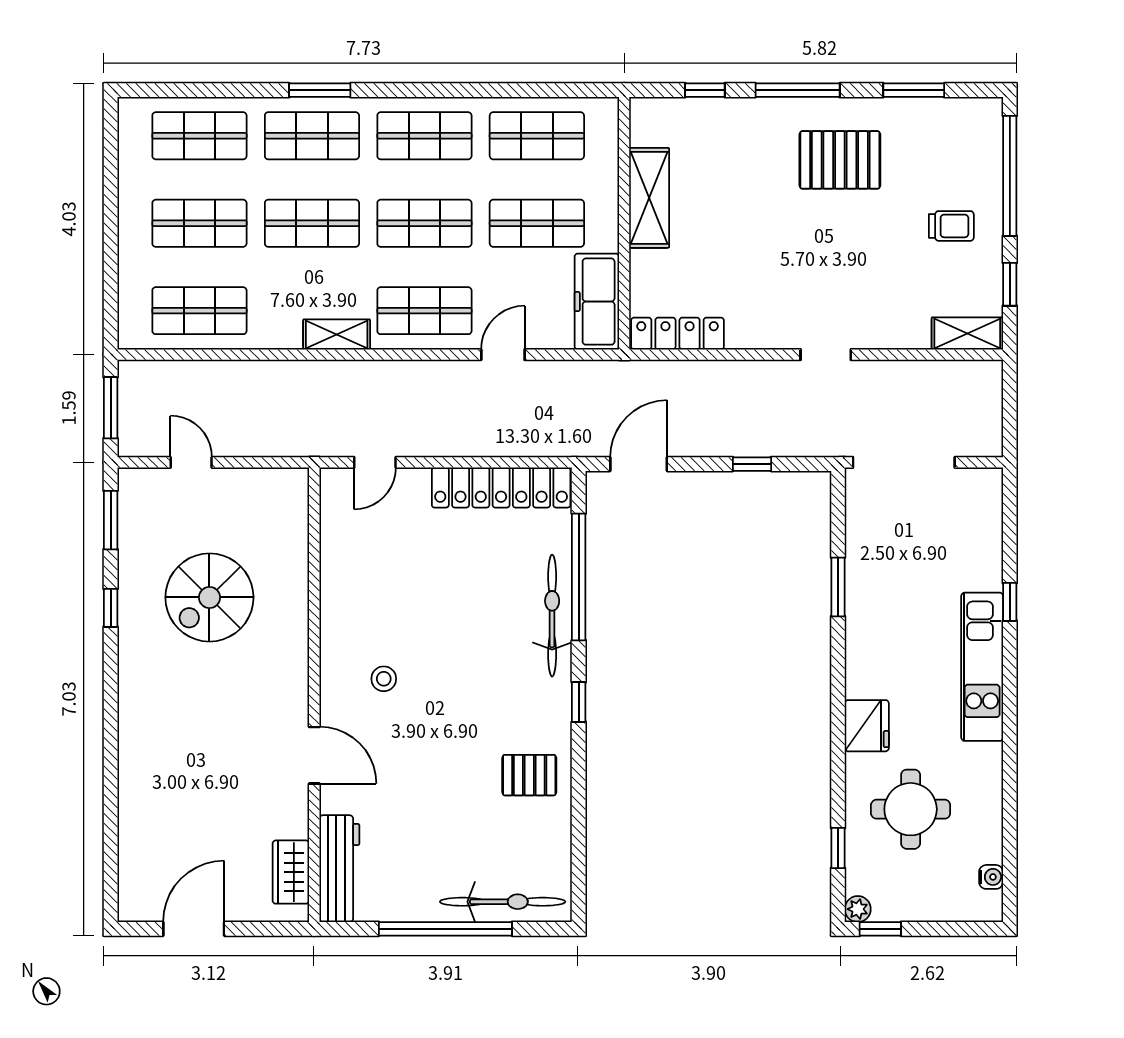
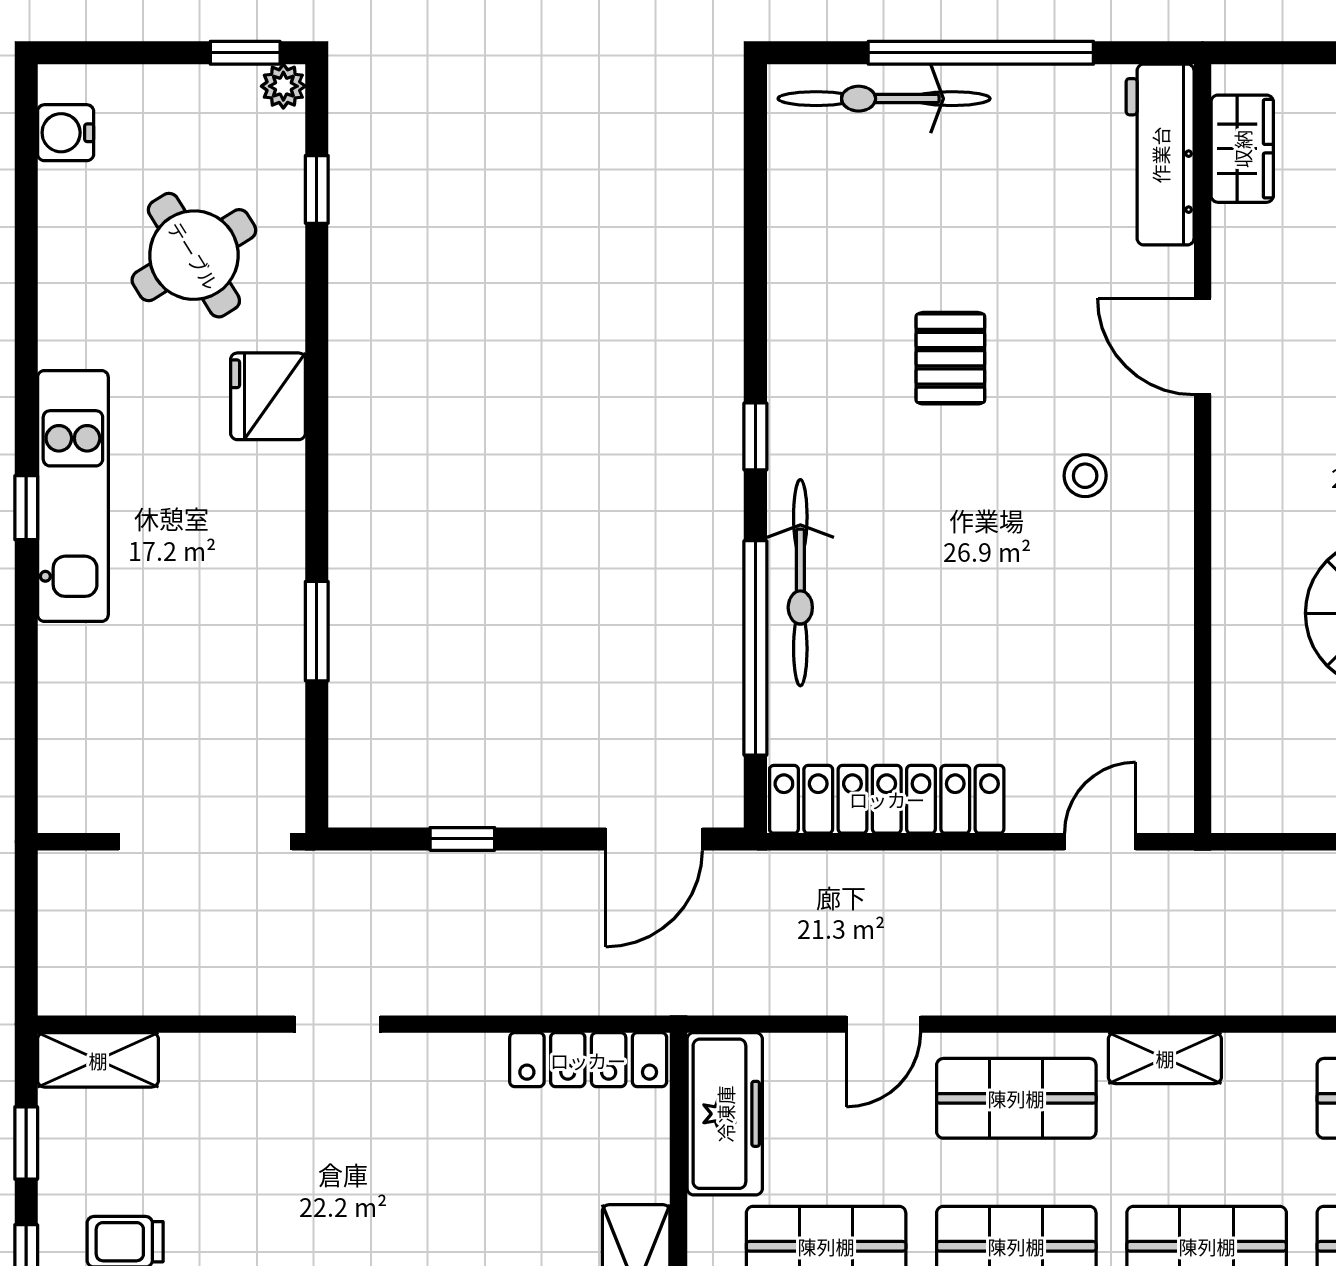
window: (1010, 602) -> (26, 508), moved
pallet: (529, 775) -> (950, 358), moved, turned 90
round table: (911, 809) -> (194, 255), turned -32
water cooler: (991, 877) -> (66, 133), width x1.38, depth x1.38

